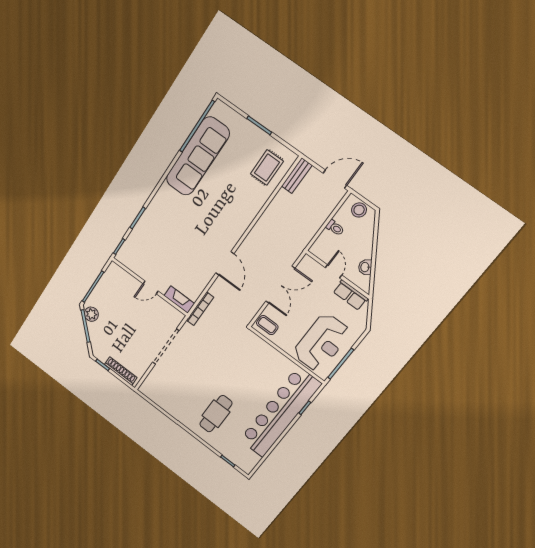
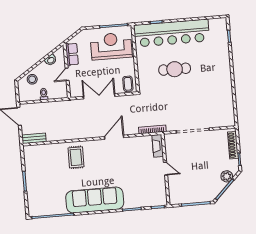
sofa: (198, 156) -> (95, 200), moved
rug: (267, 168) -> (76, 157), moved, turned 90
stool: (359, 210) -> (32, 79), moved
plant: (91, 314) -> (227, 176), moved
cafe table: (216, 414) -> (175, 69), moved

